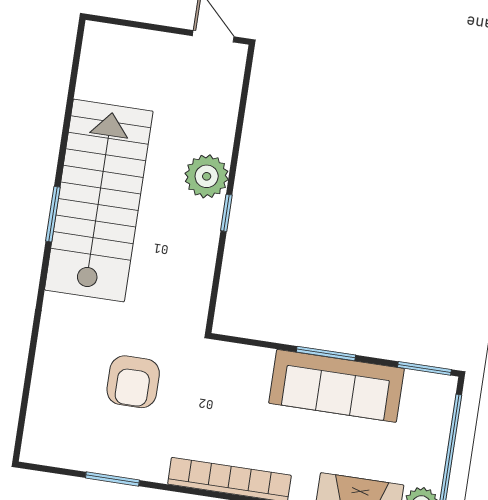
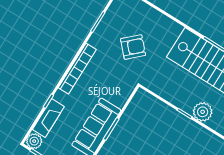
armchair: (133, 382) -> (133, 47), turned 137

